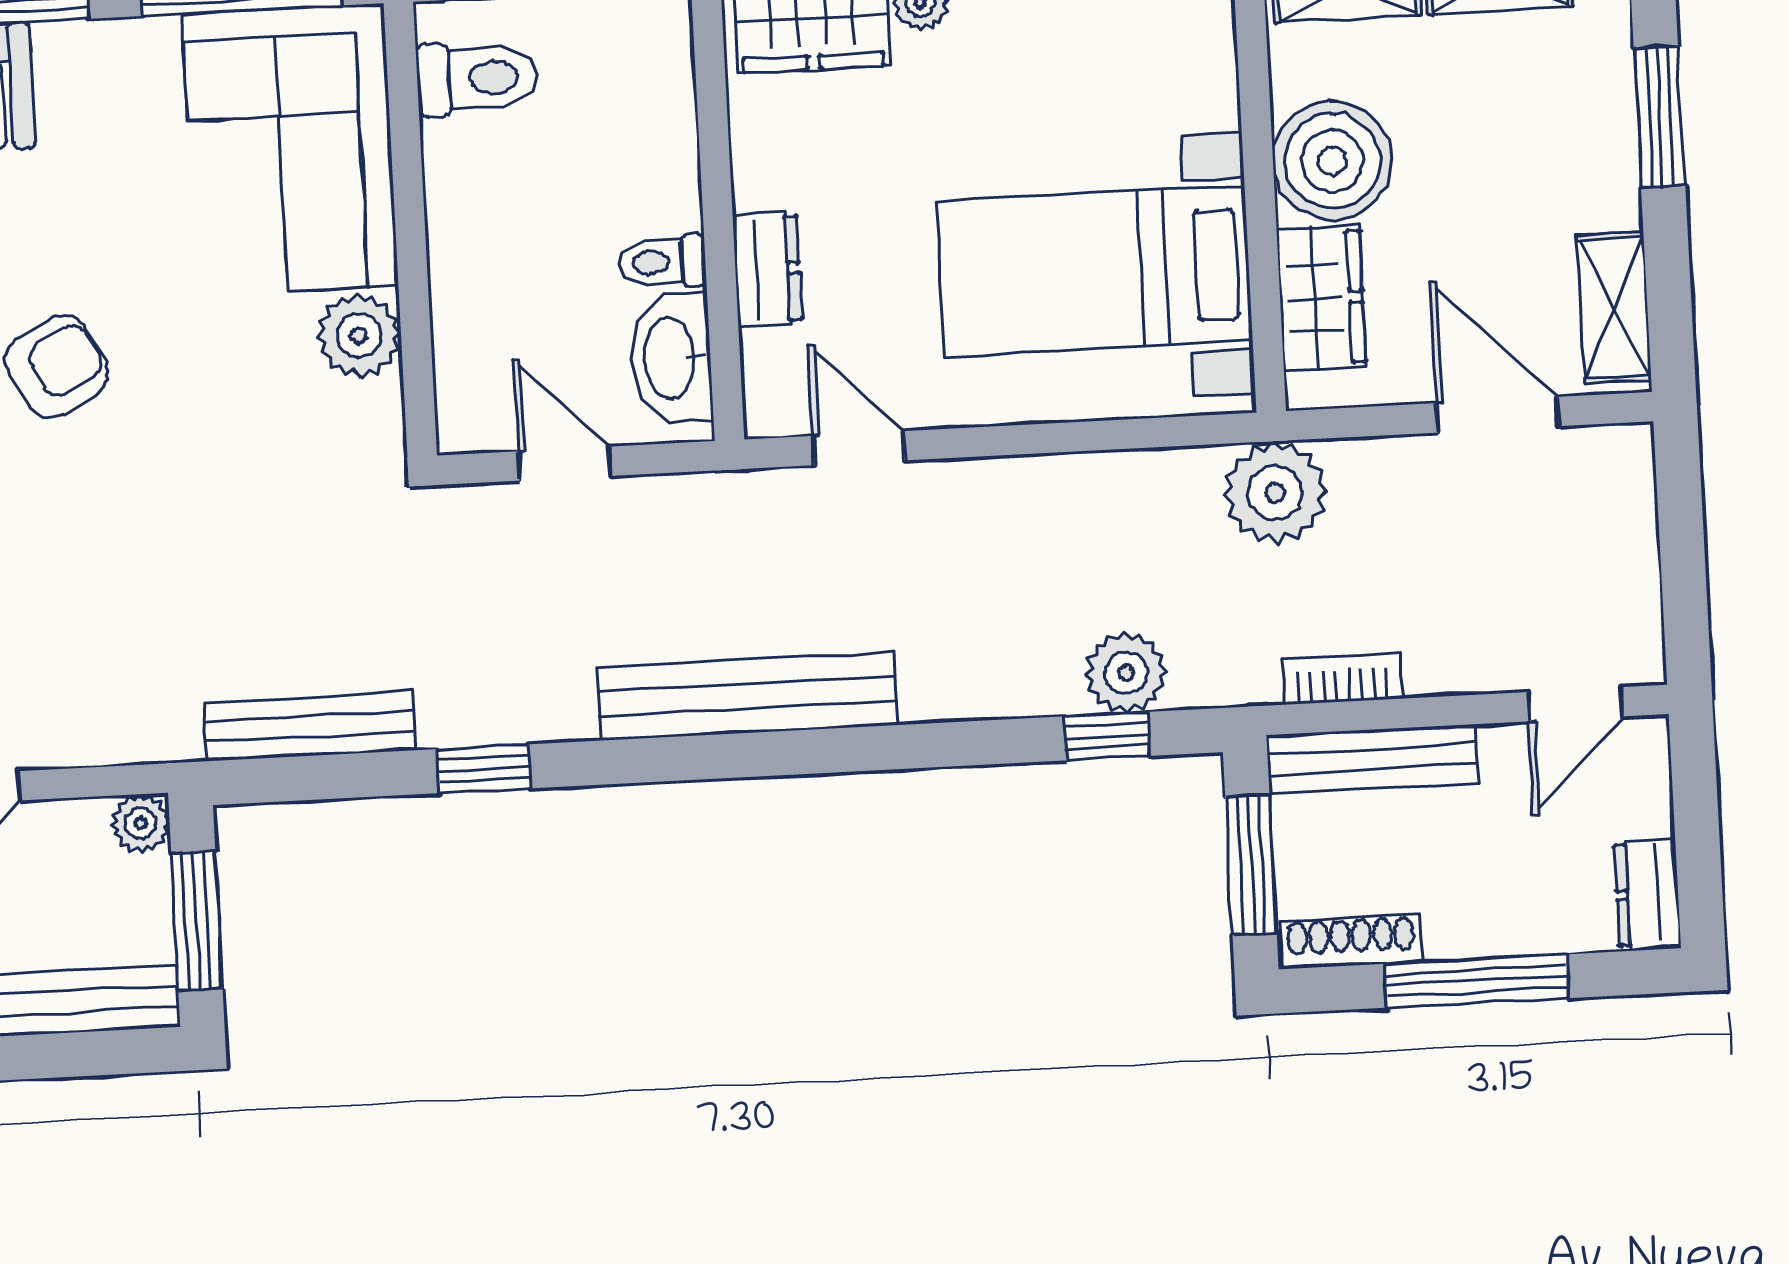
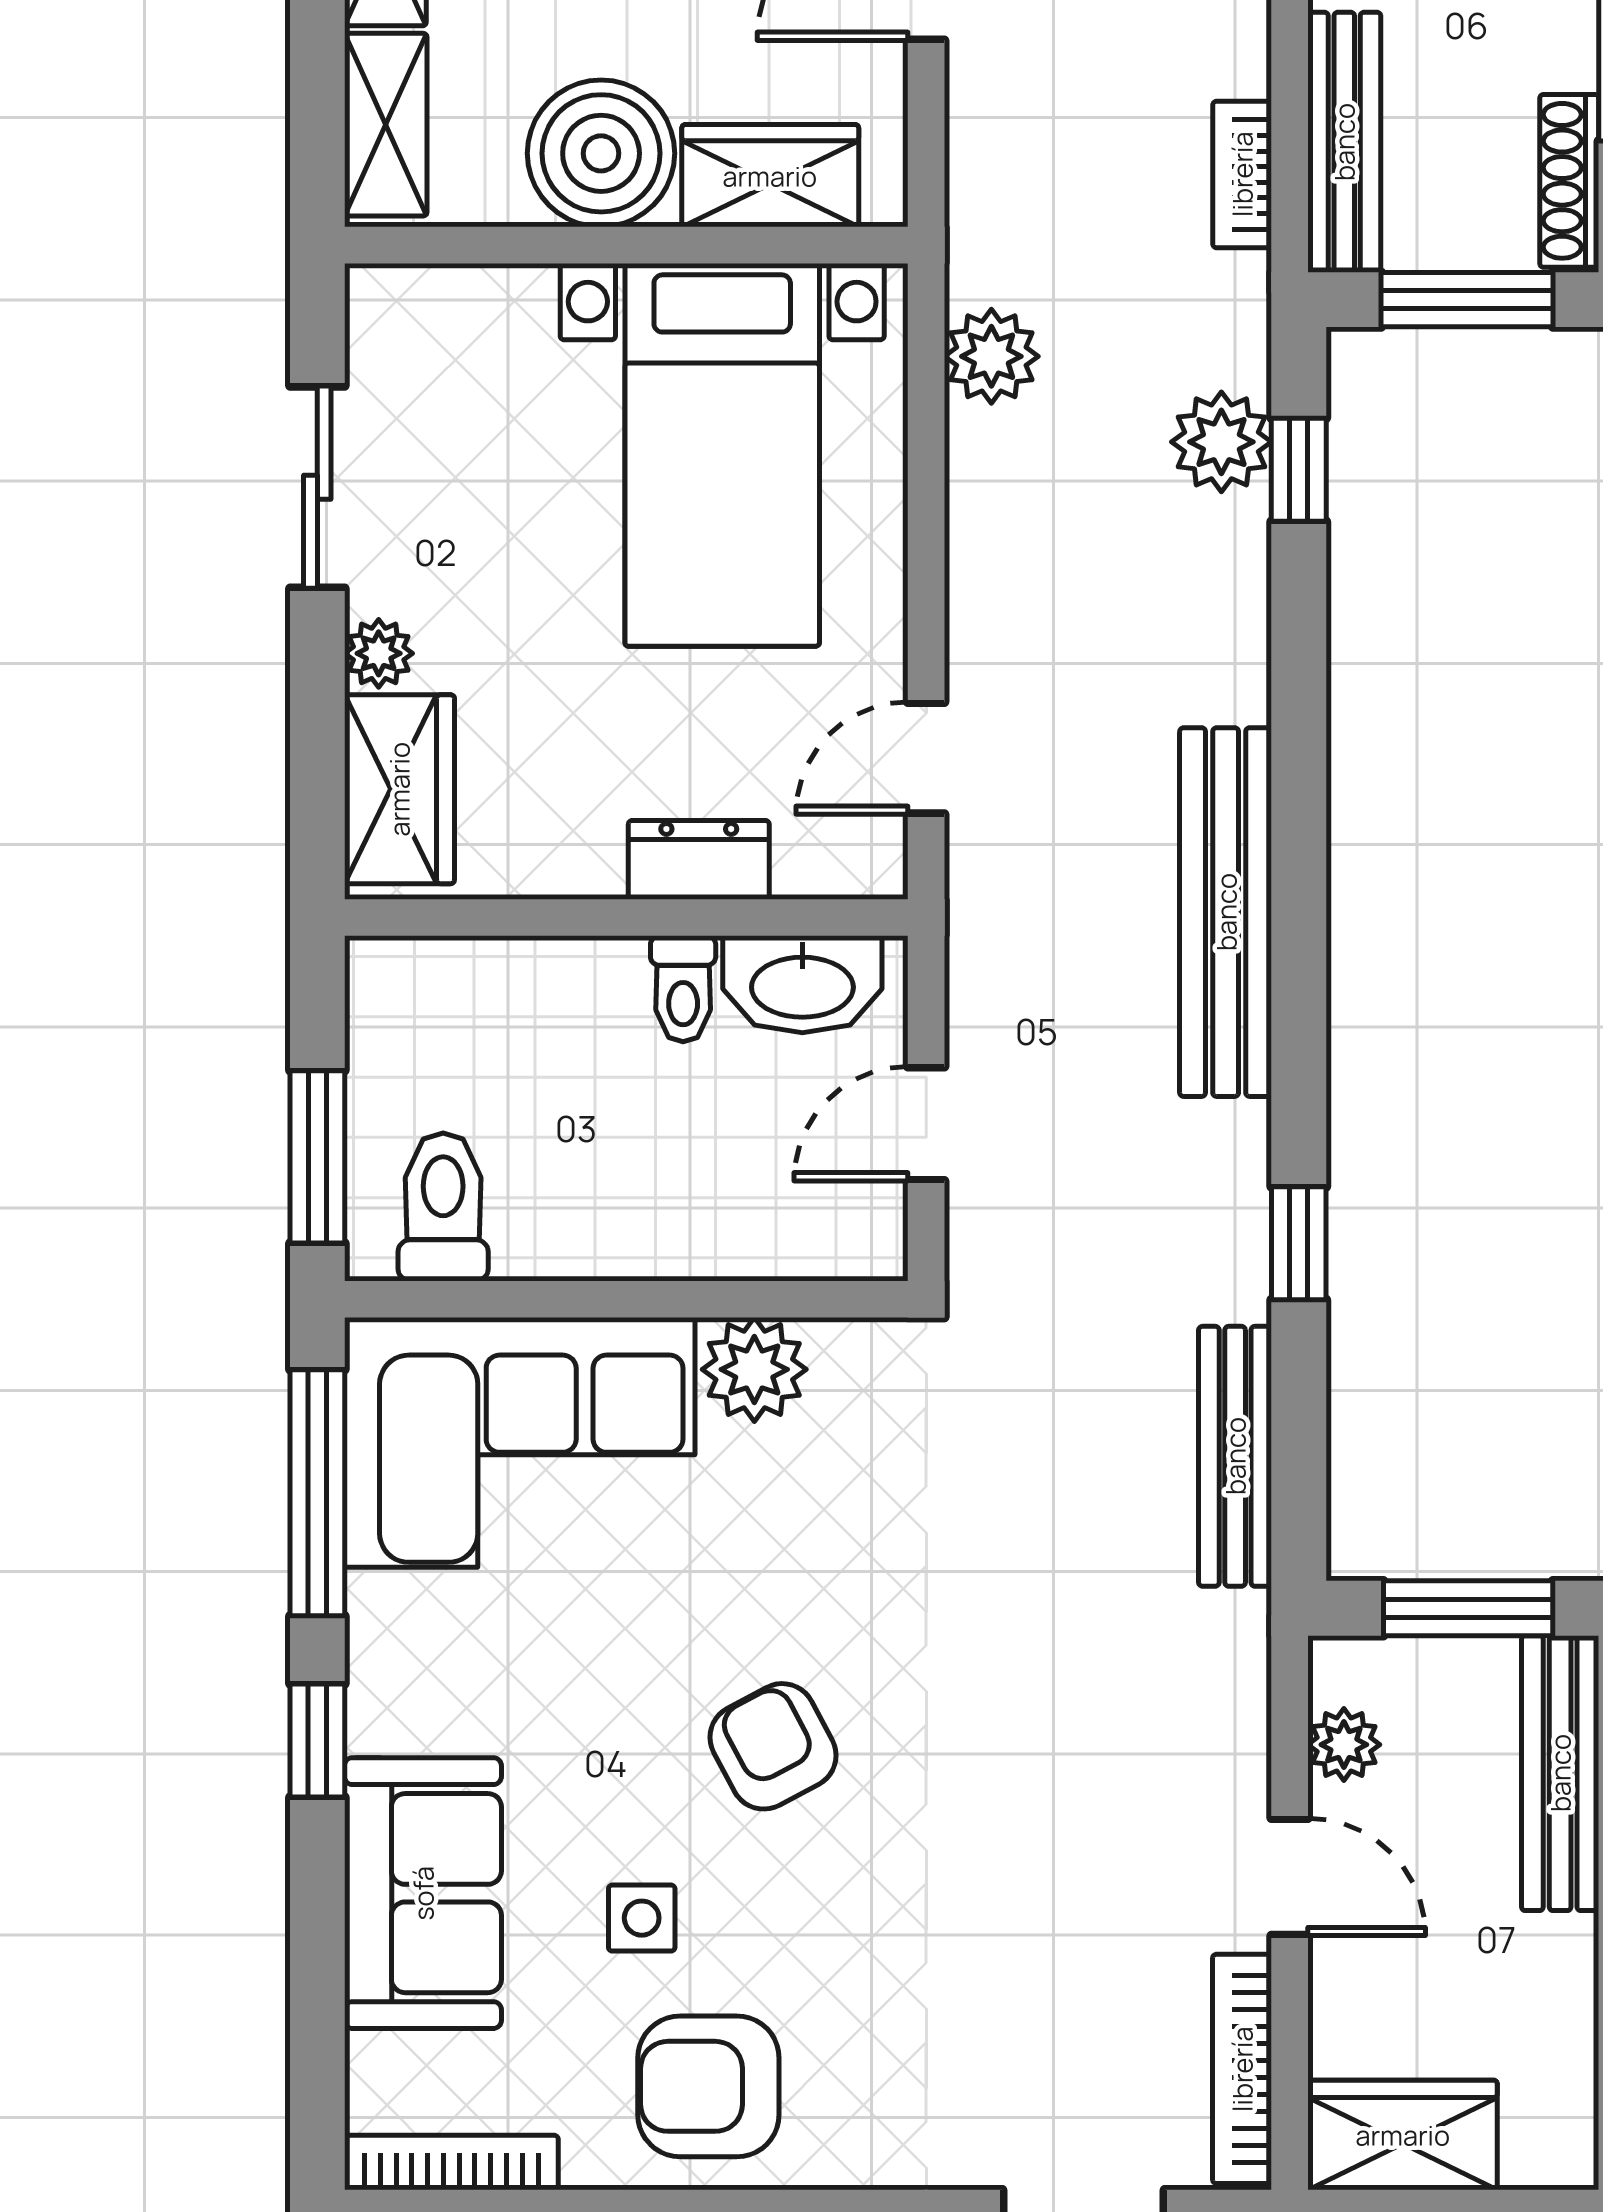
plant: (1275, 493) -> (991, 356), moved, width x0.73, depth x0.73
plant: (141, 823) -> (1344, 1745), moved

